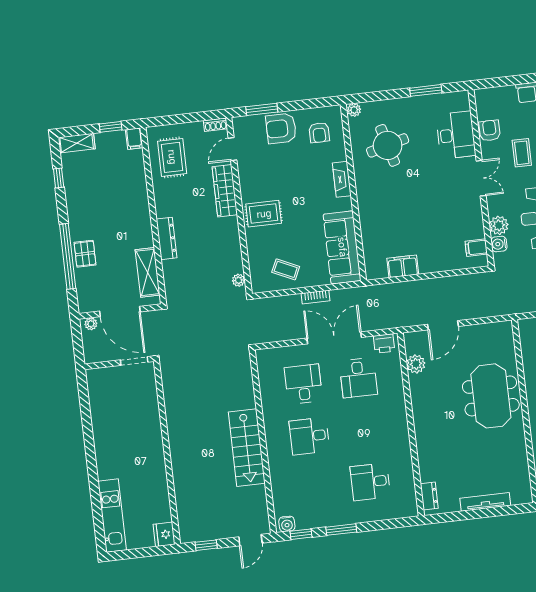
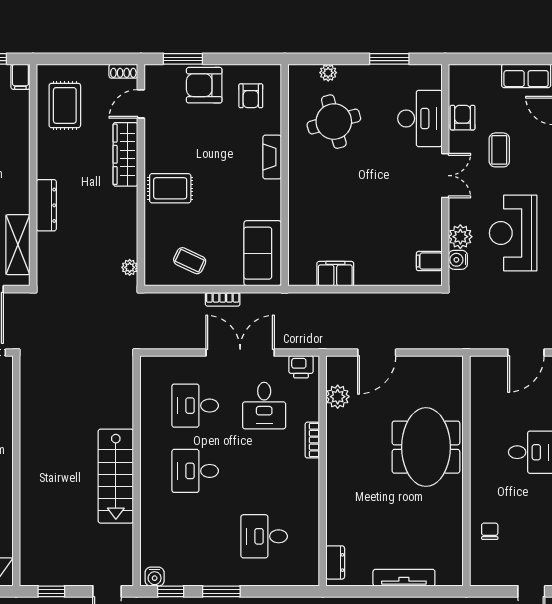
plant: (354, 110) -> (328, 73), moved
sofa: (342, 247) -> (263, 253), width x0.73
desk: (303, 384) -> (195, 406), turned -90
bookcase: (400, 401) -> (312, 440), added

